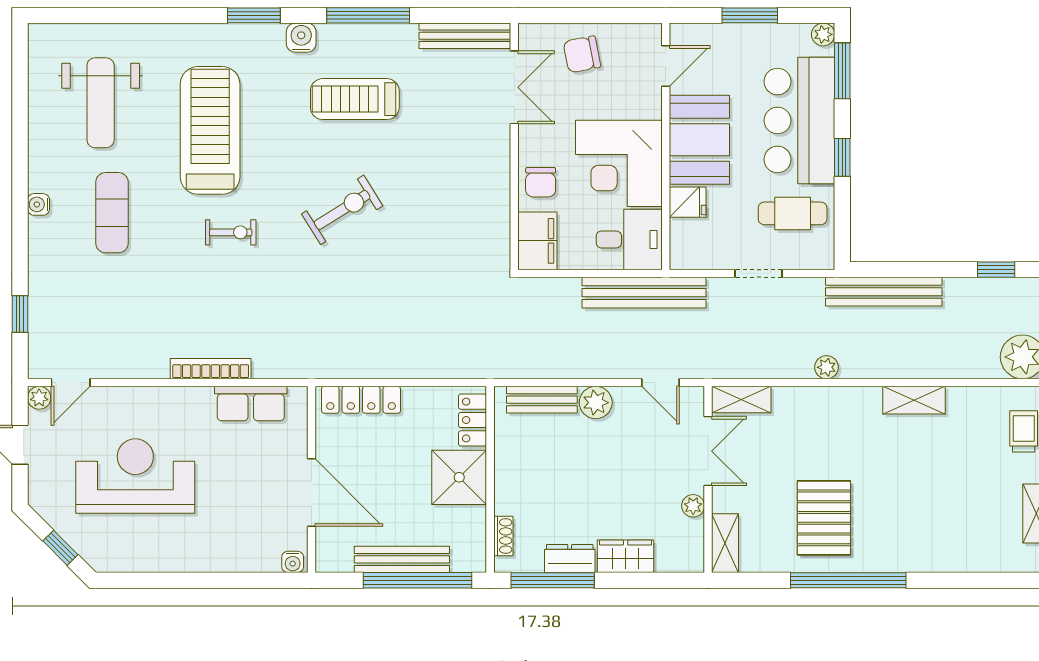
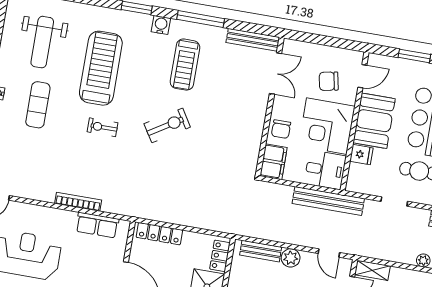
chair: (582, 54) -> (329, 81), moved
treadmill: (355, 99) -> (185, 65), turned -90
exercise bike: (231, 232) -> (103, 127), turned 180

